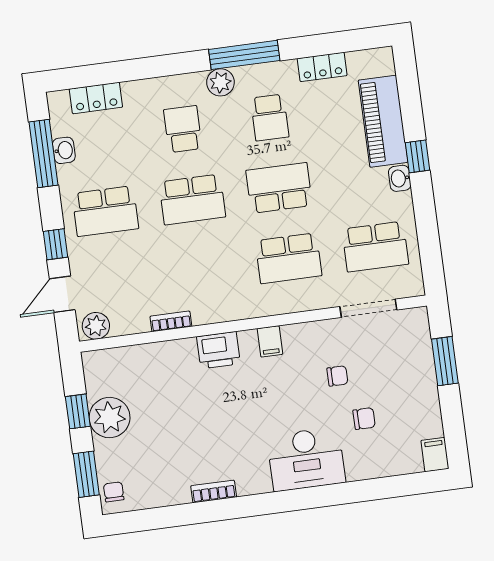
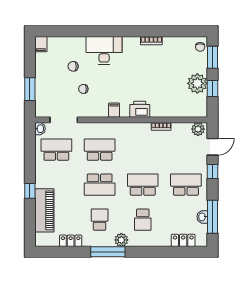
washbasin: (400, 178) -> (40, 129), moved

